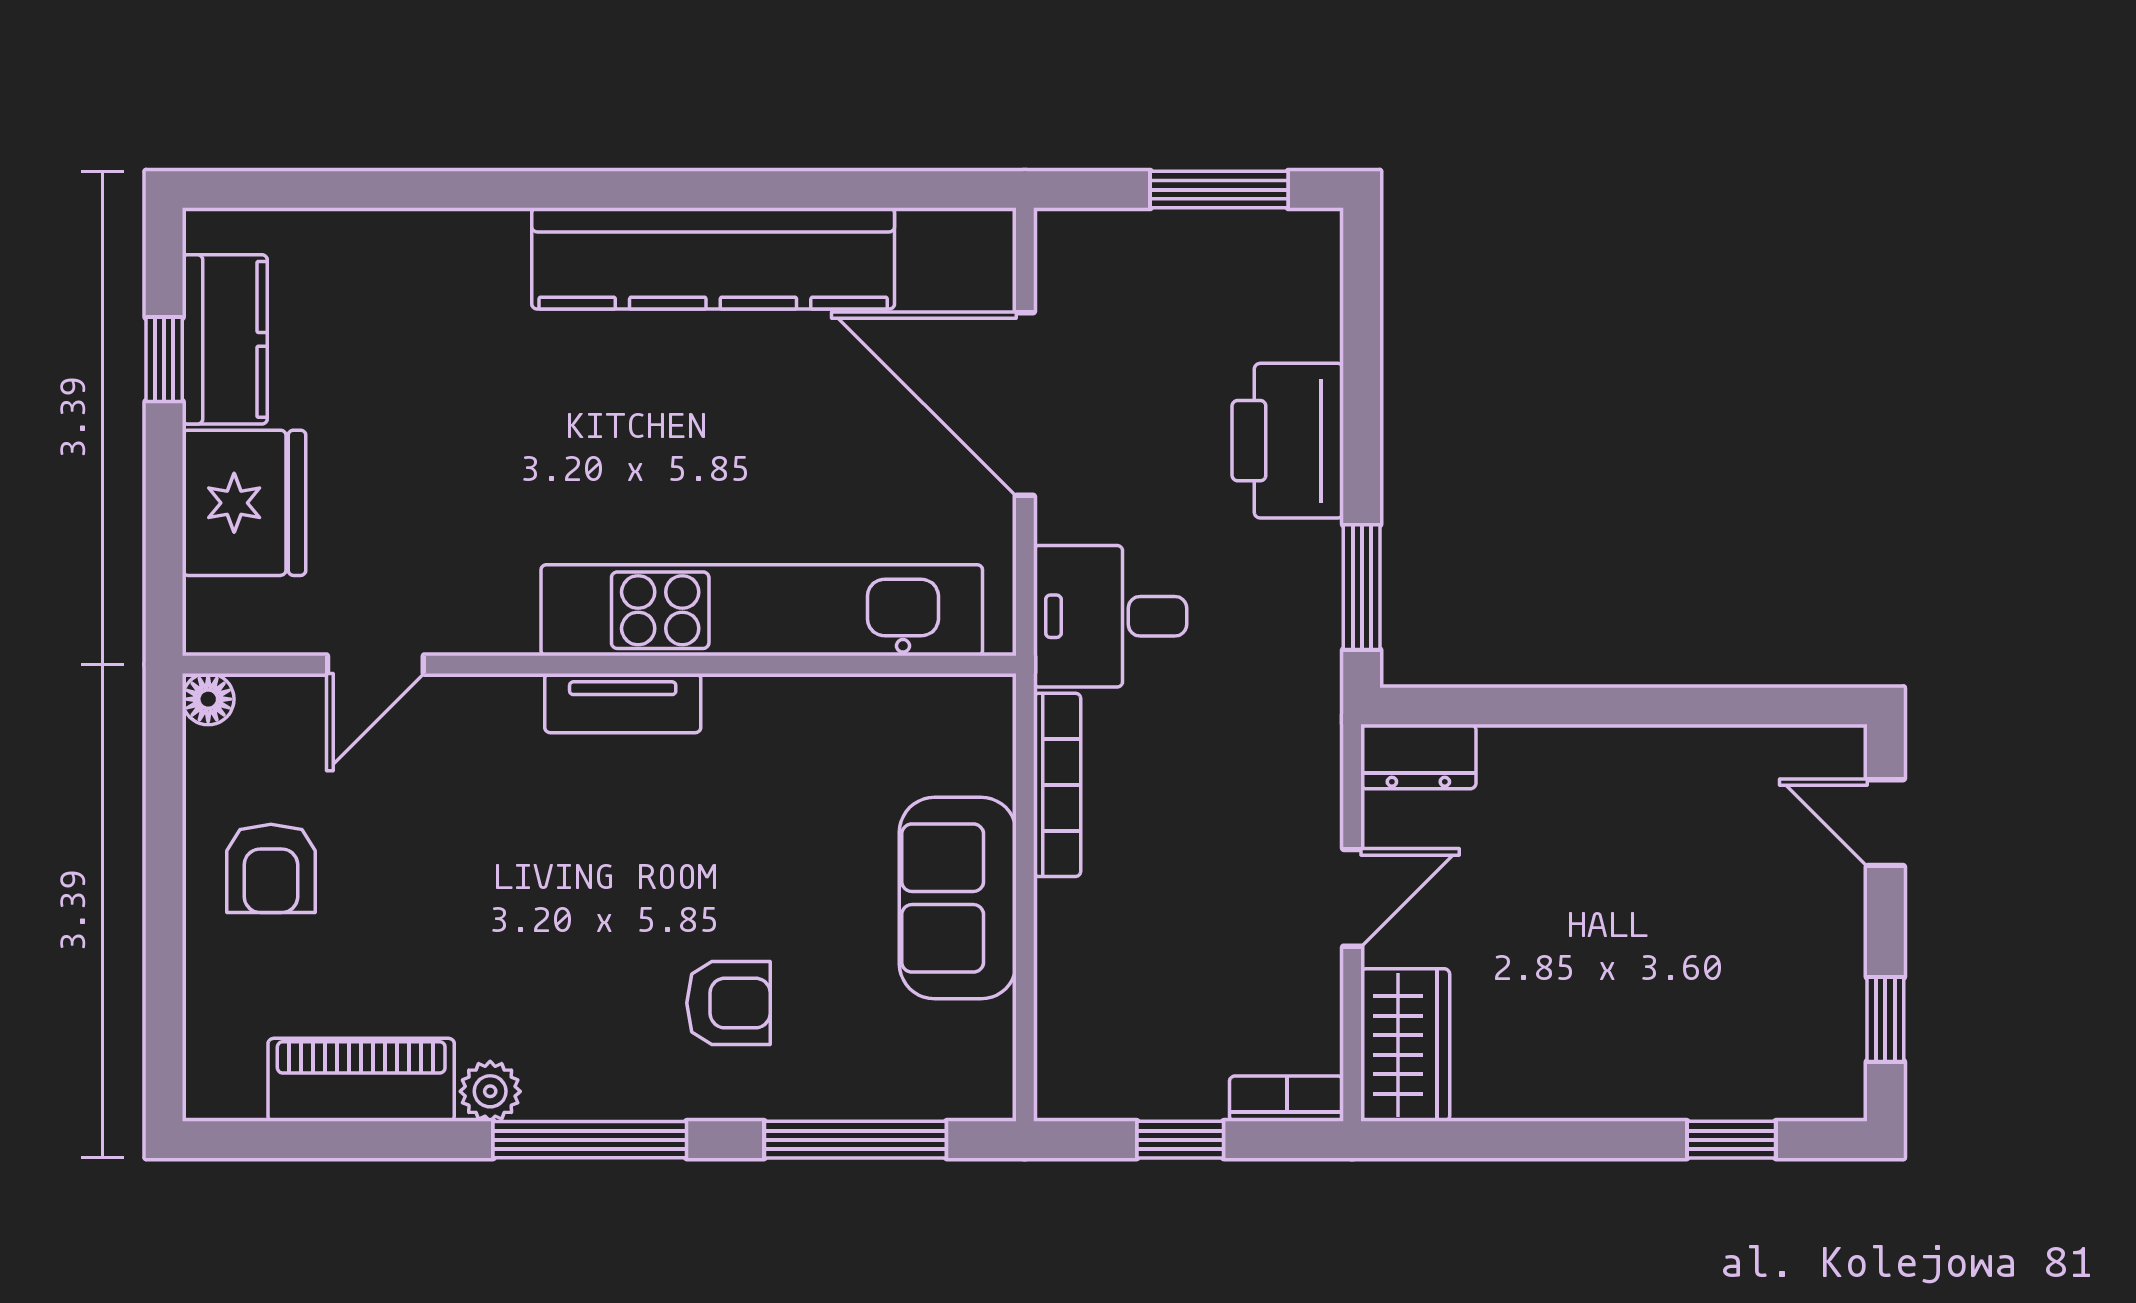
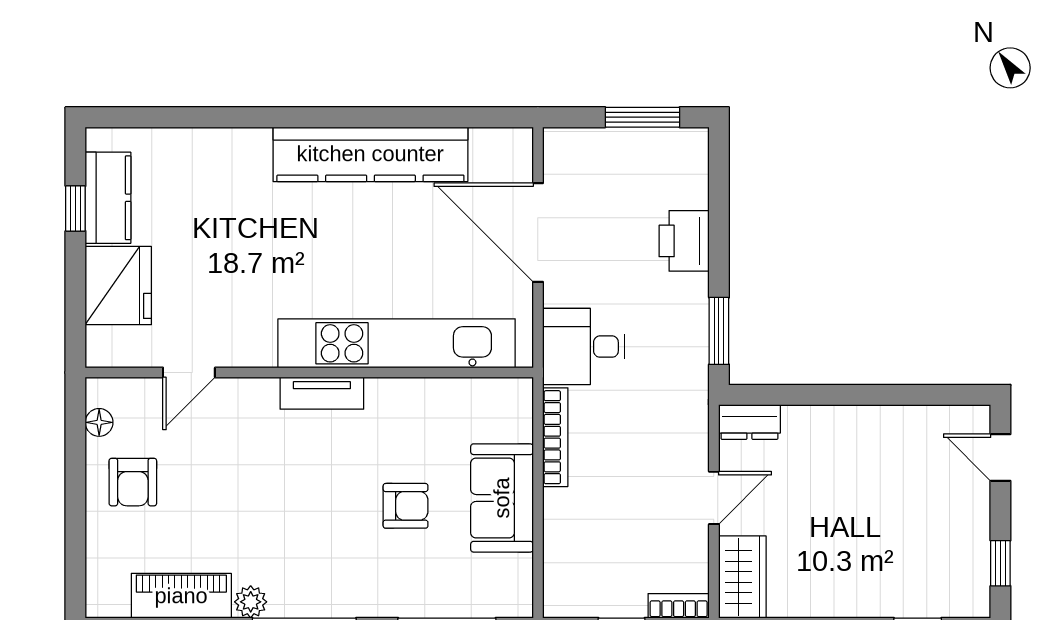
printer: (1288, 441) -> (684, 241), width x0.73, depth x0.84
floor lamp: (208, 699) -> (99, 422), moved
armchair: (728, 1003) -> (406, 506), moved

